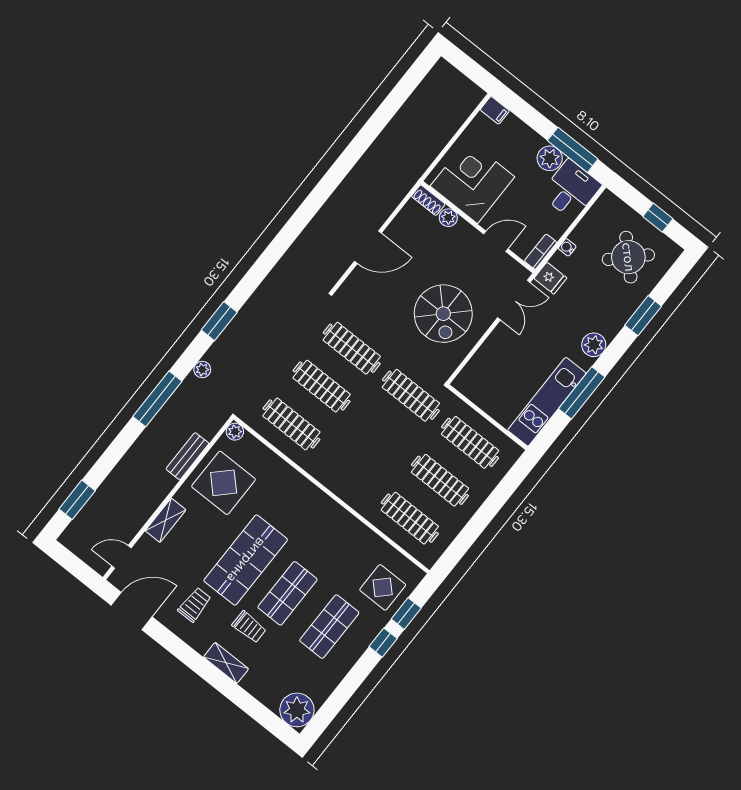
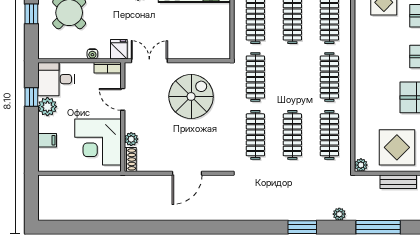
filing cabinet: (495, 110) -> (47, 140), moved, turned 90
window: (573, 150) -> (31, 97), width x0.46
door: (368, 247) -> (187, 173), swing flipped
clothes rail: (351, 471) -> (329, 77), added

